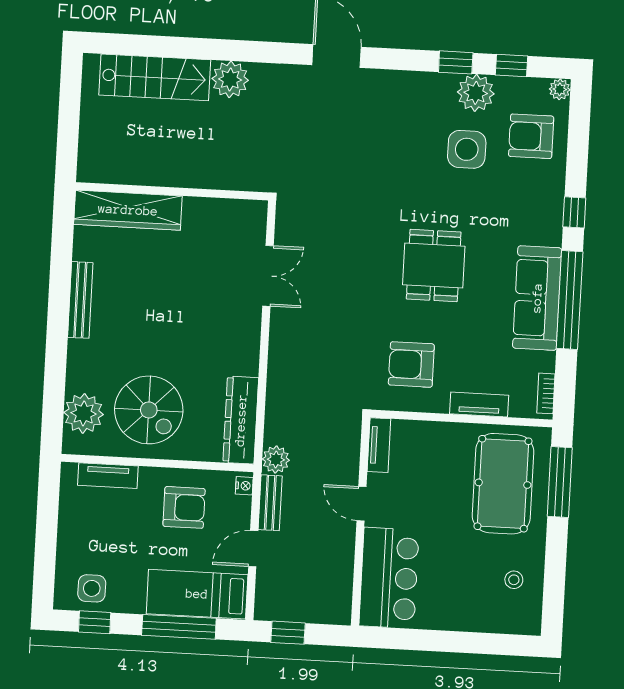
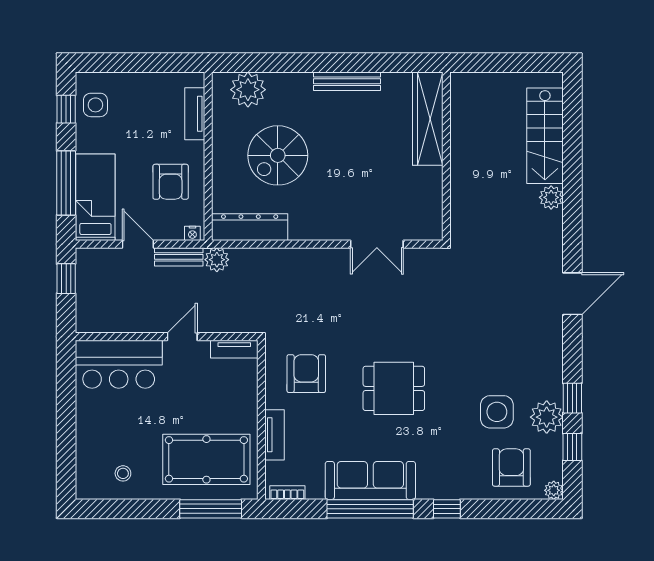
plant: (230, 79) -> (551, 197), width x0.73, depth x0.73
spiral stairs: (149, 410) -> (278, 155), moved

